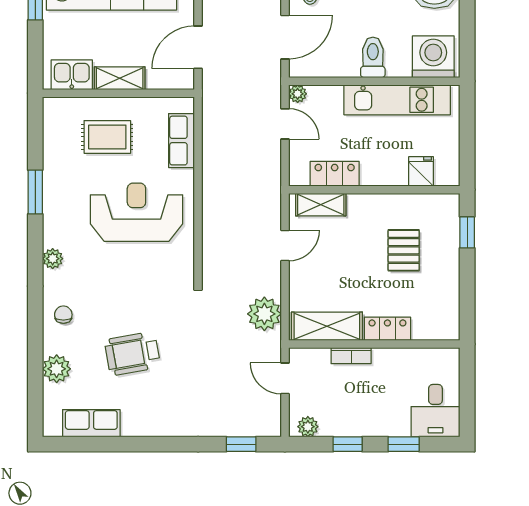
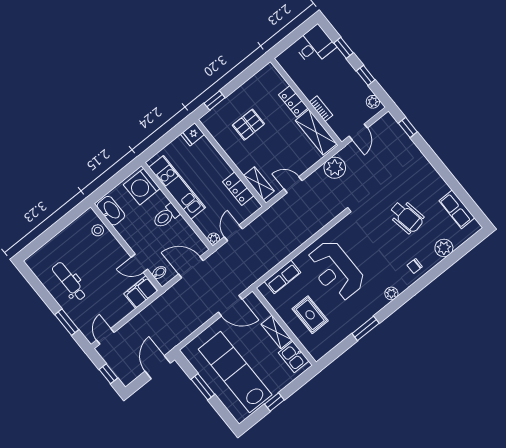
fridge: (421, 171) -> (192, 134), moved

